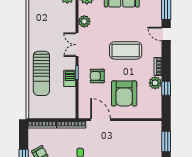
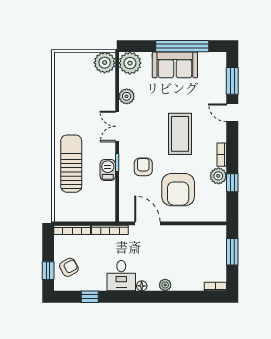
coffee table: (126, 50) -> (180, 134), turned 90
sun lounger: (41, 73) -> (71, 164), turned 180
armchair: (97, 76) -> (143, 167), turned 90

